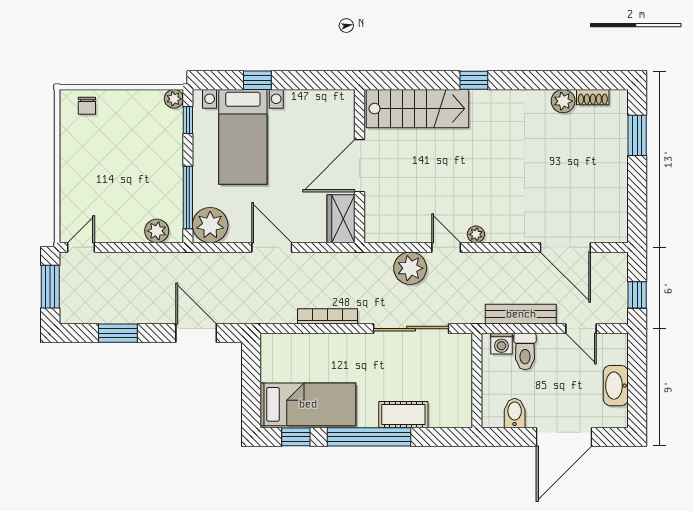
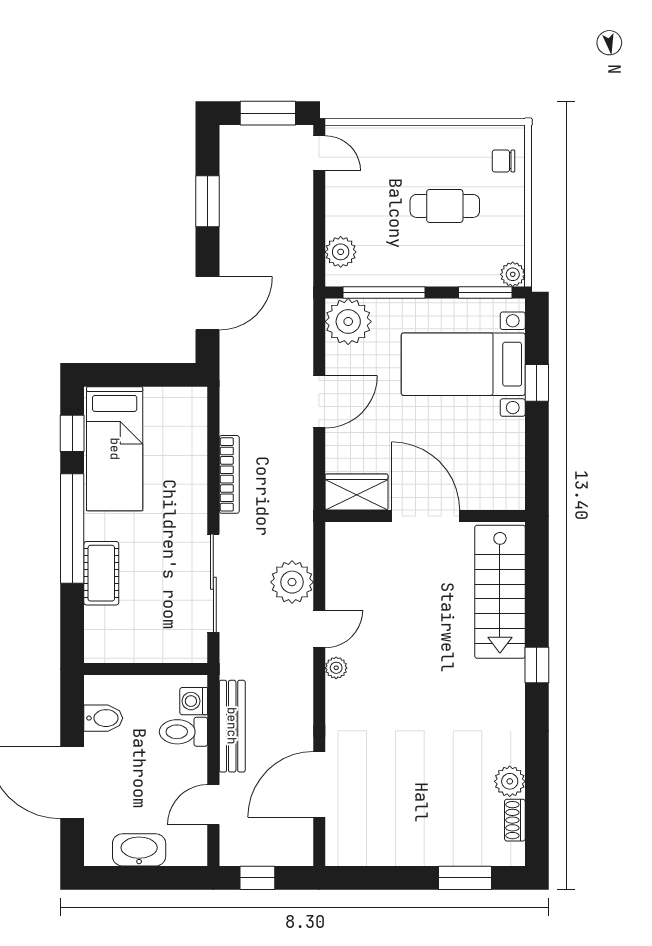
window: (188, 120) -> (485, 293), width x1.50
cafe table: (121, 151) -> (445, 206), added

